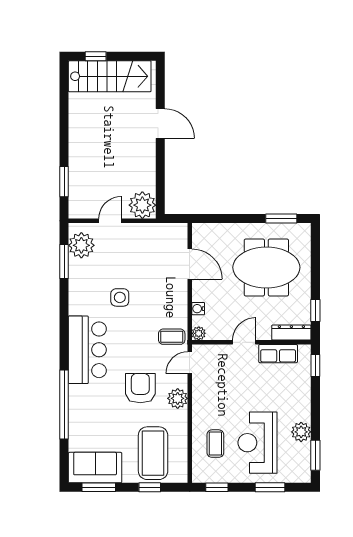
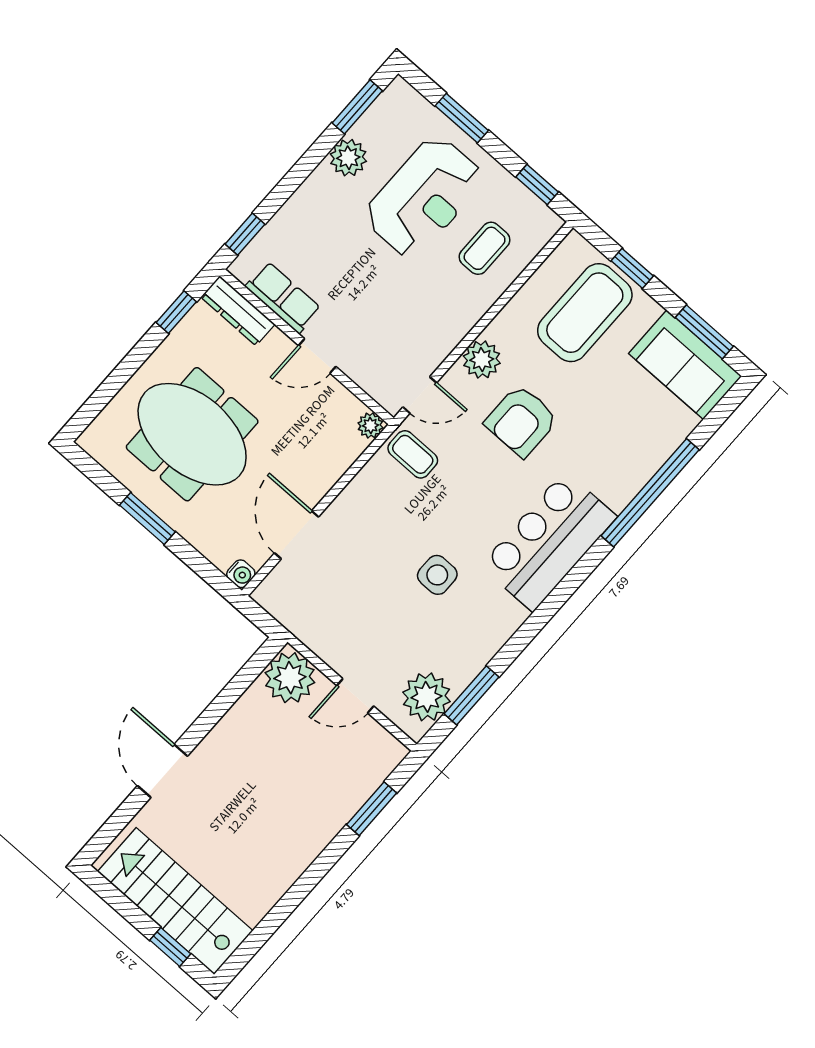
window: (281, 218) -> (147, 518), moved
water cooler: (198, 309) -> (241, 574), moved

